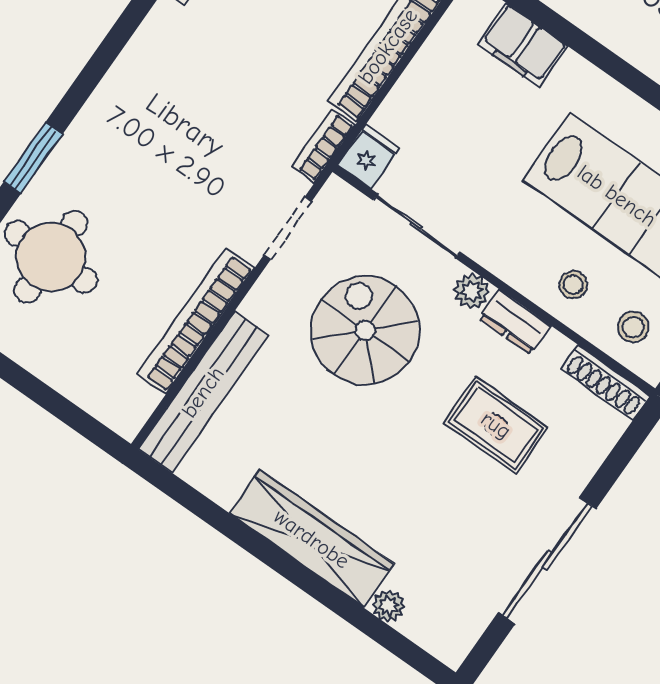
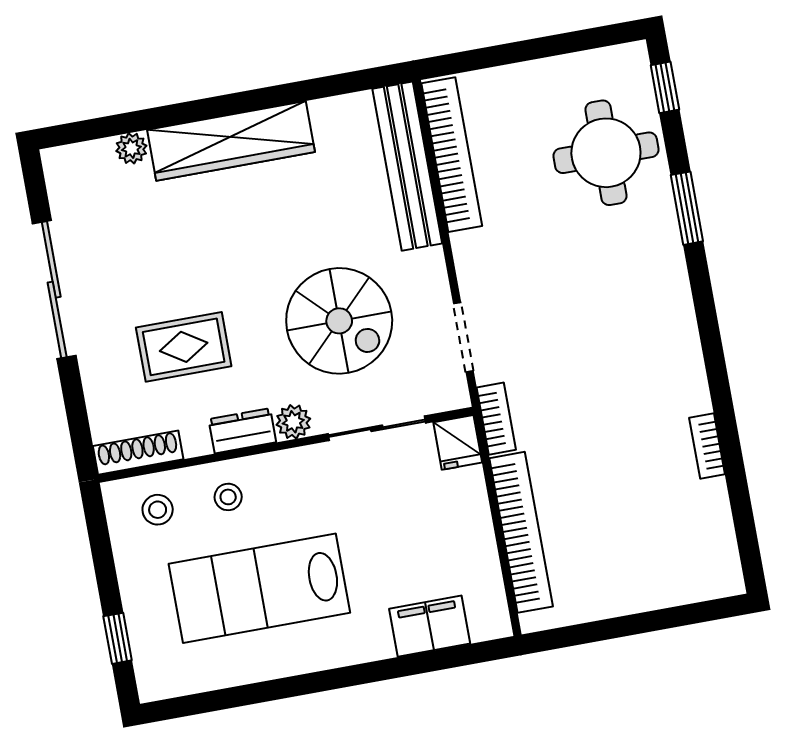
bookcase: (196, 321) -> (452, 155), moved

